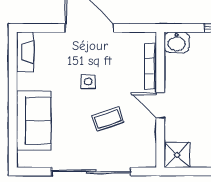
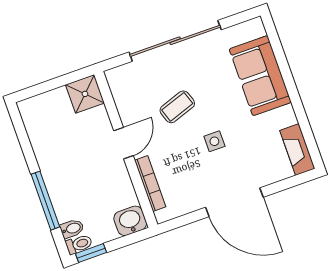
door: (160, 105) -> (124, 143), hinge flipped

